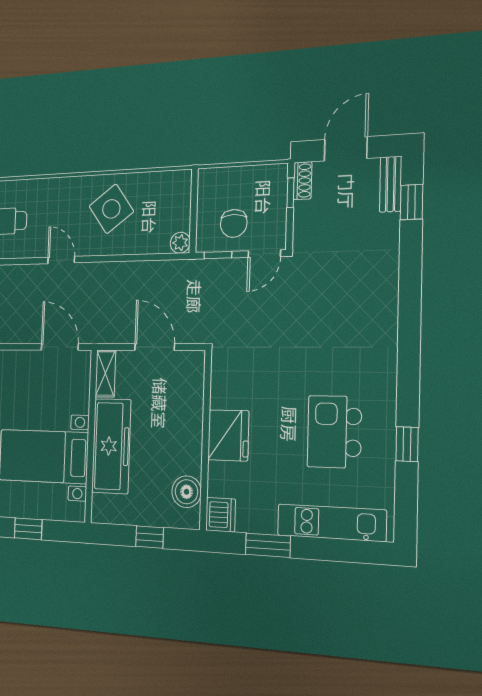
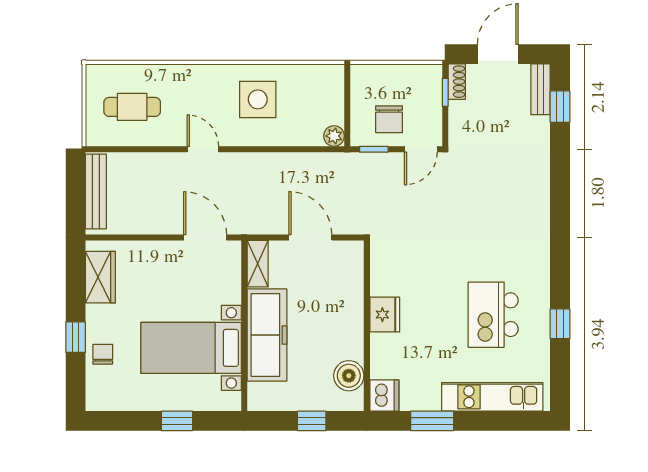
side table: (111, 209) -> (258, 99), turned 36
fridge: (228, 435) -> (385, 315), width x0.73, depth x0.75

